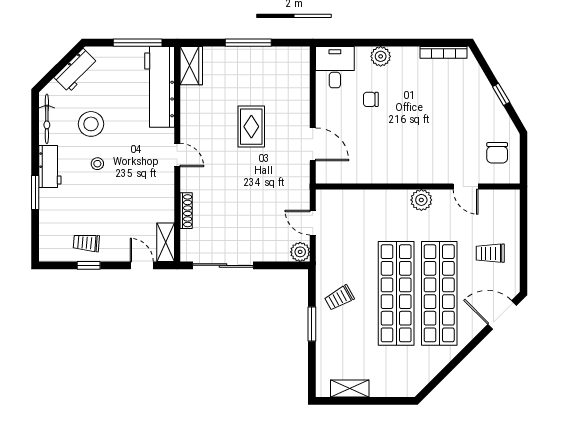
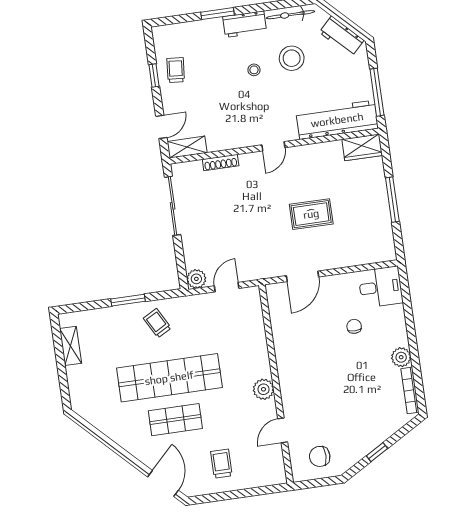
plant: (381, 56) -> (401, 357), moved
shop shelf: (439, 293) -> (175, 420), width x0.50, depth x0.74

